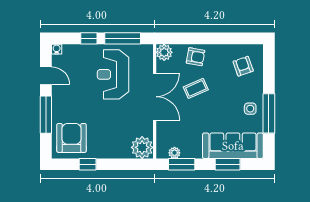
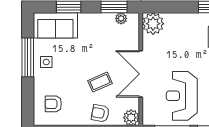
armchair: (243, 66) -> (53, 104), turned 109
reception desk: (113, 74) -> (182, 96), turned 180
sofa: (233, 146) -> (55, 25), width x0.73

